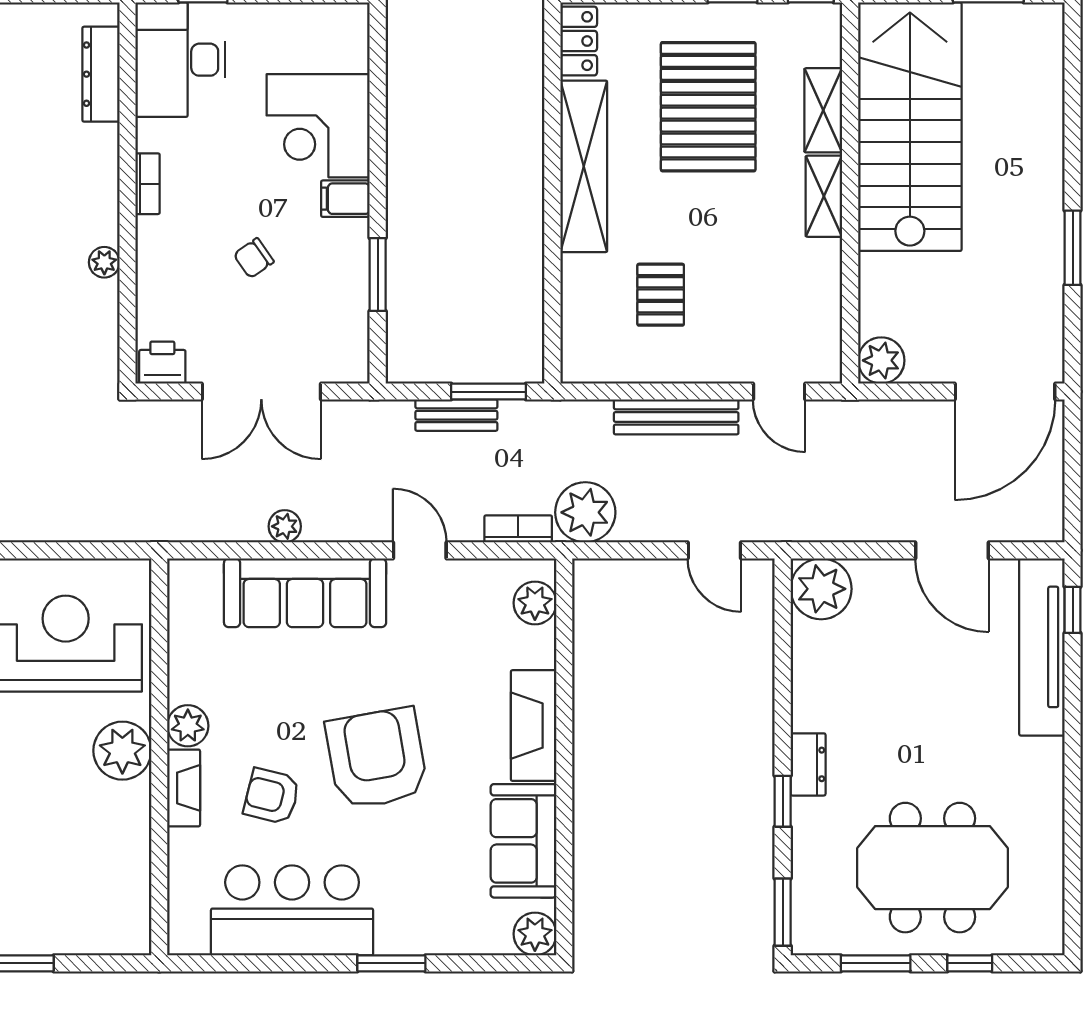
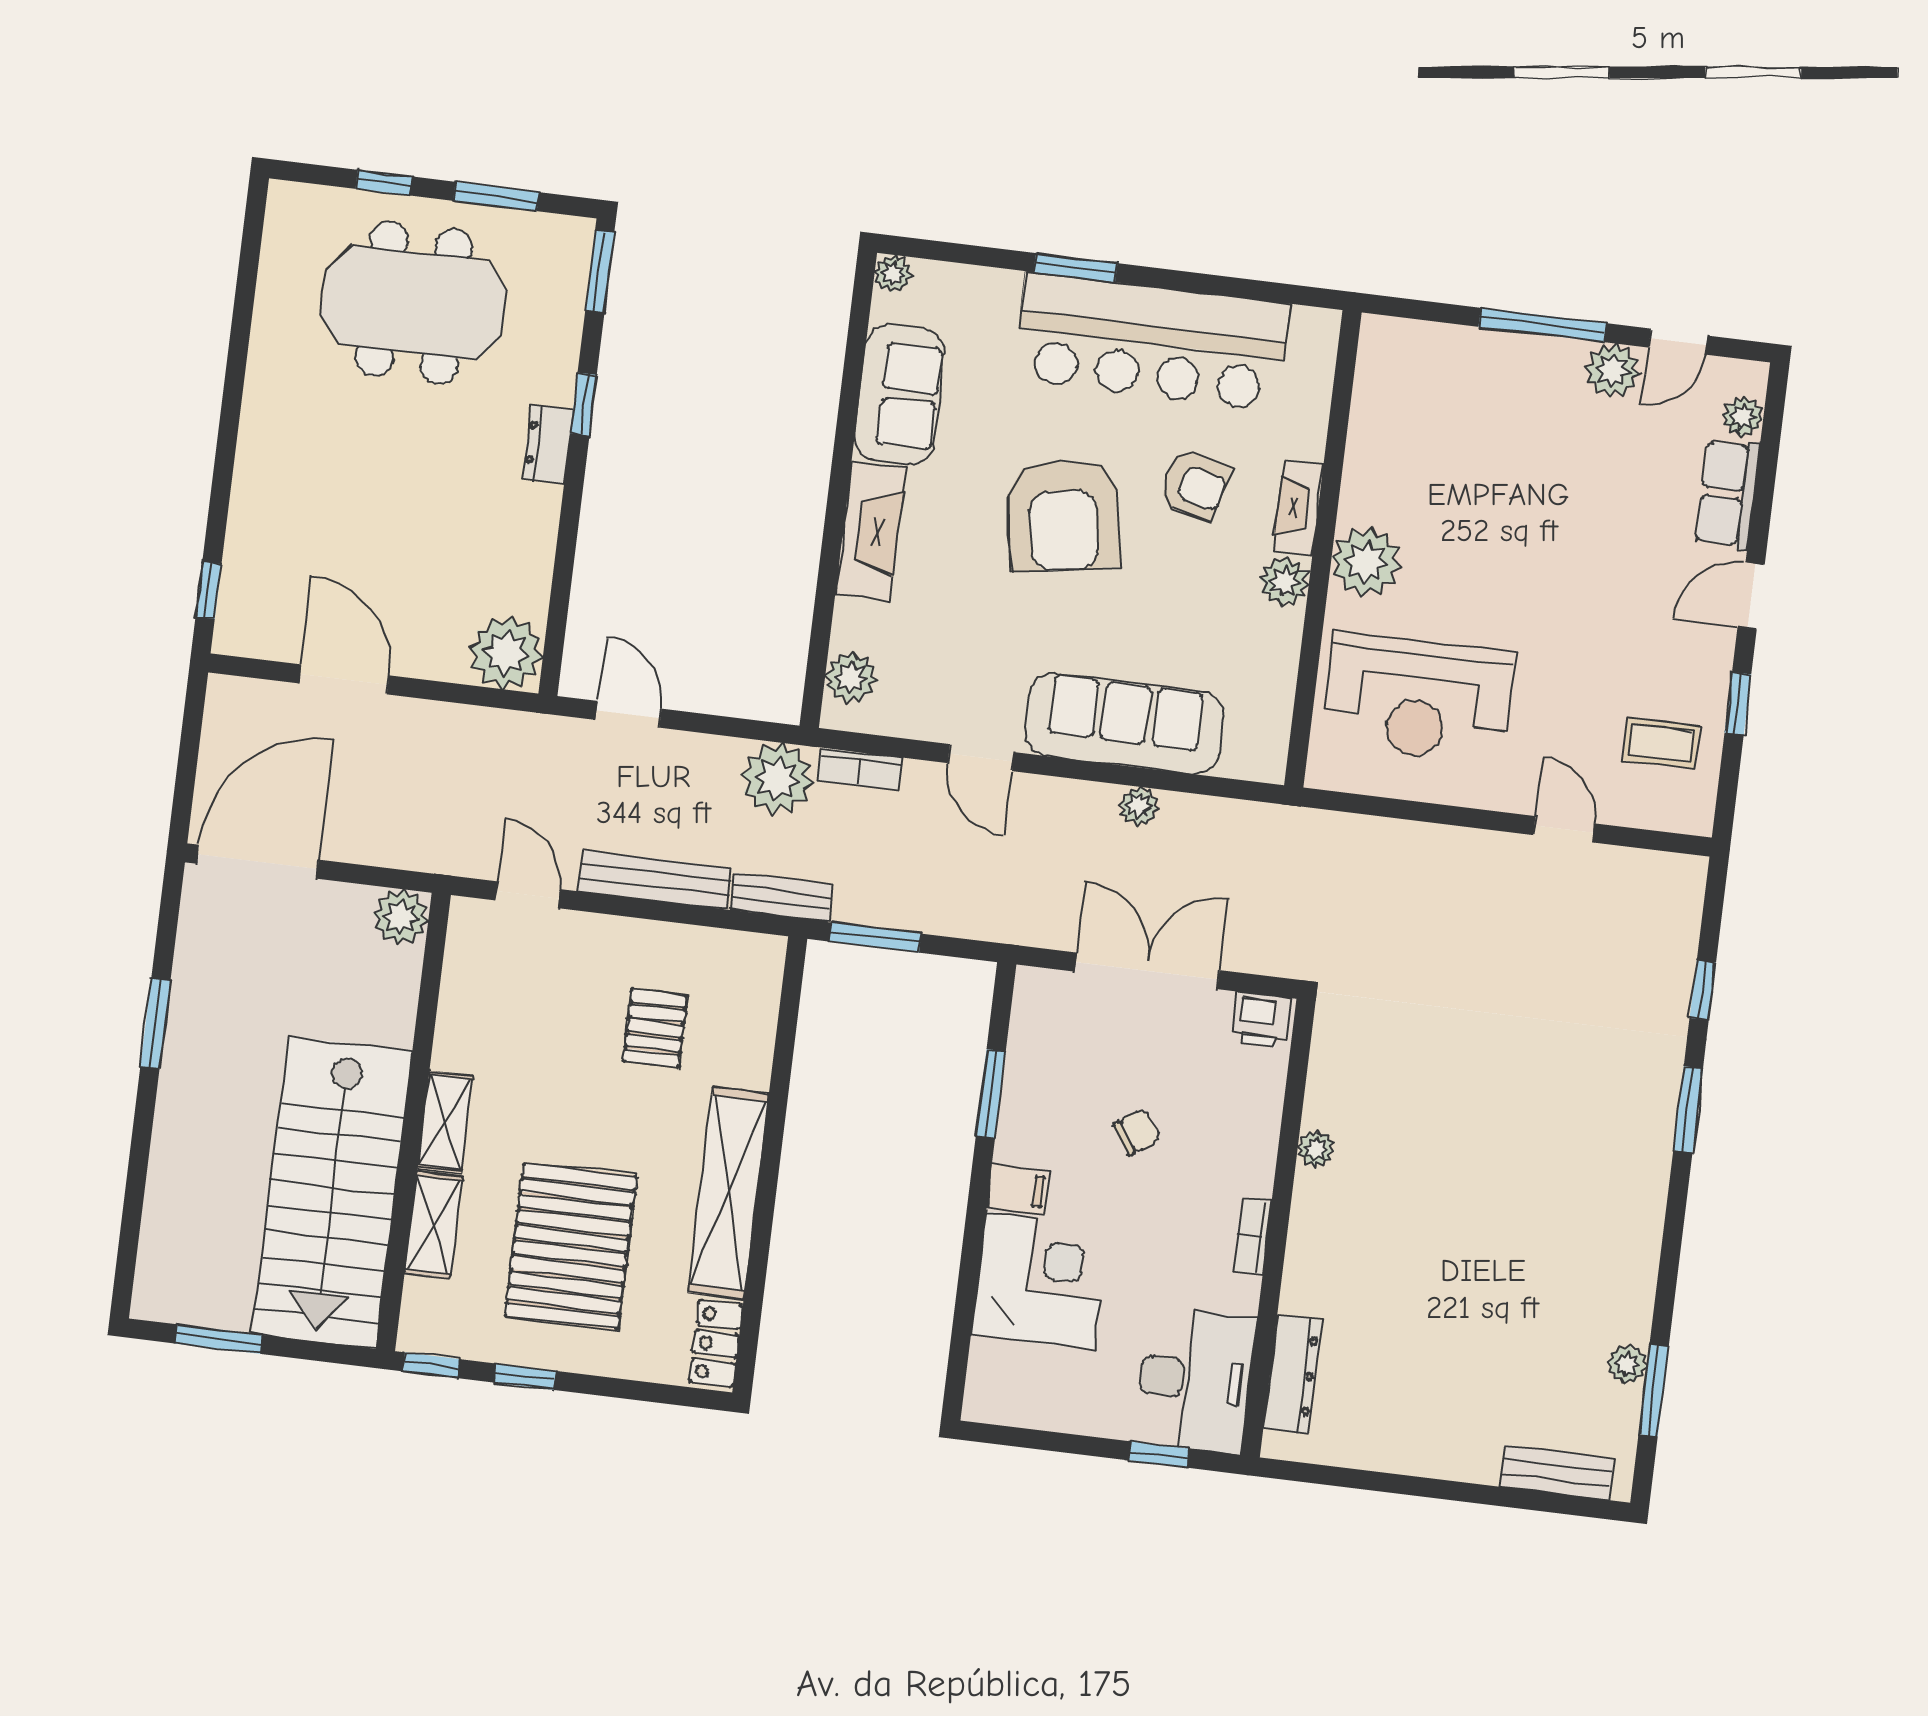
bench: (456, 415) -> (782, 897), moved
tv unit: (1042, 647) -> (251, 551), removed
bar counter: (292, 910) -> (1151, 341), width x1.36
plant: (535, 934) -> (893, 274), width x0.73, depth x0.73

